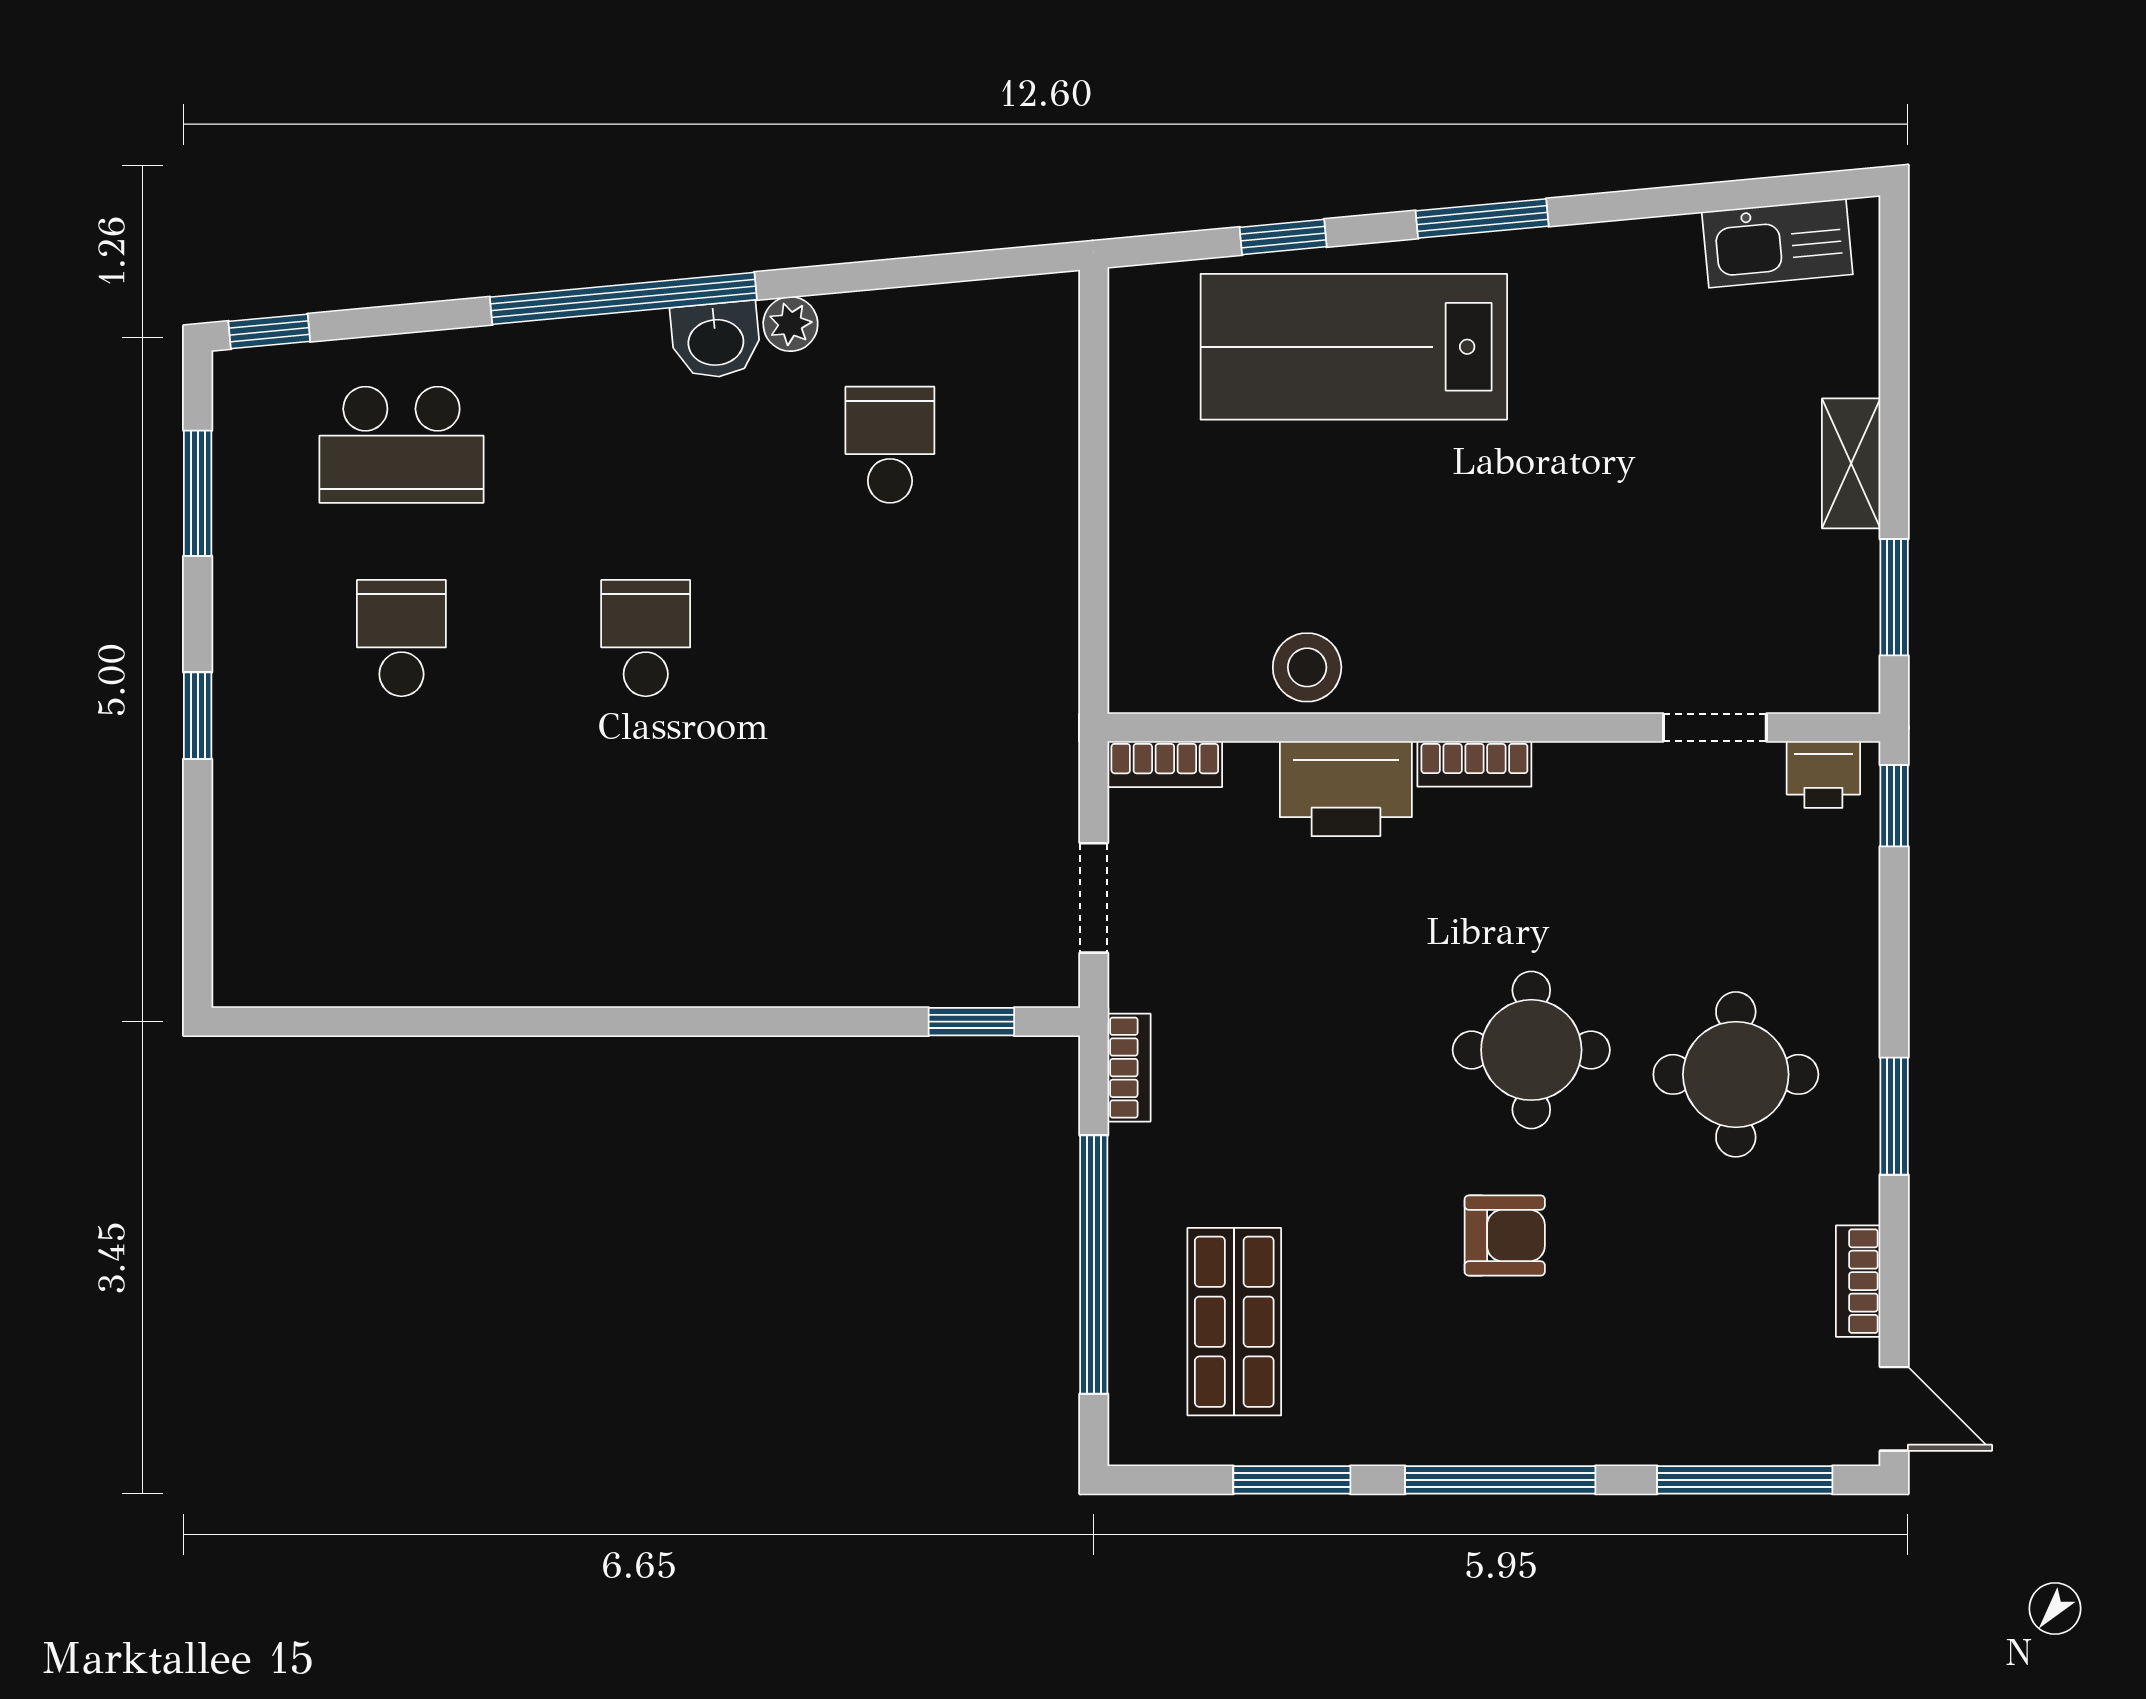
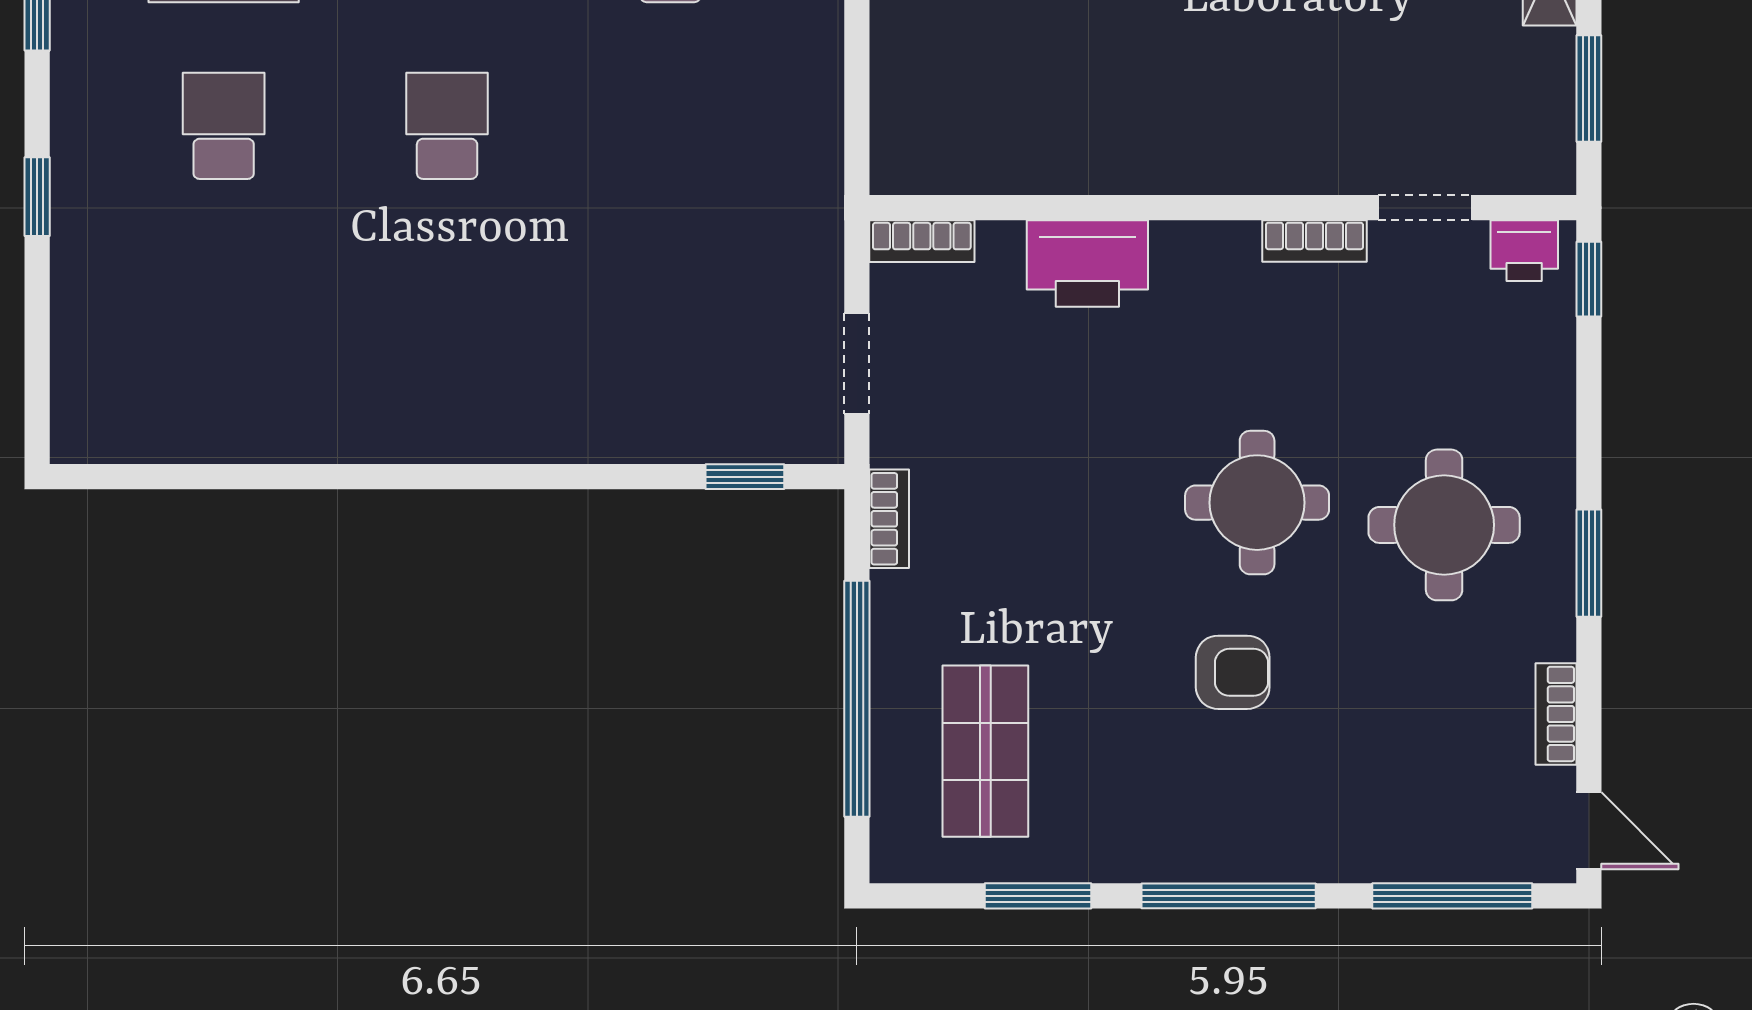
stool: (1307, 667) -> (1052, 153), removed
bookcase: (1474, 764) -> (1315, 241), moved

